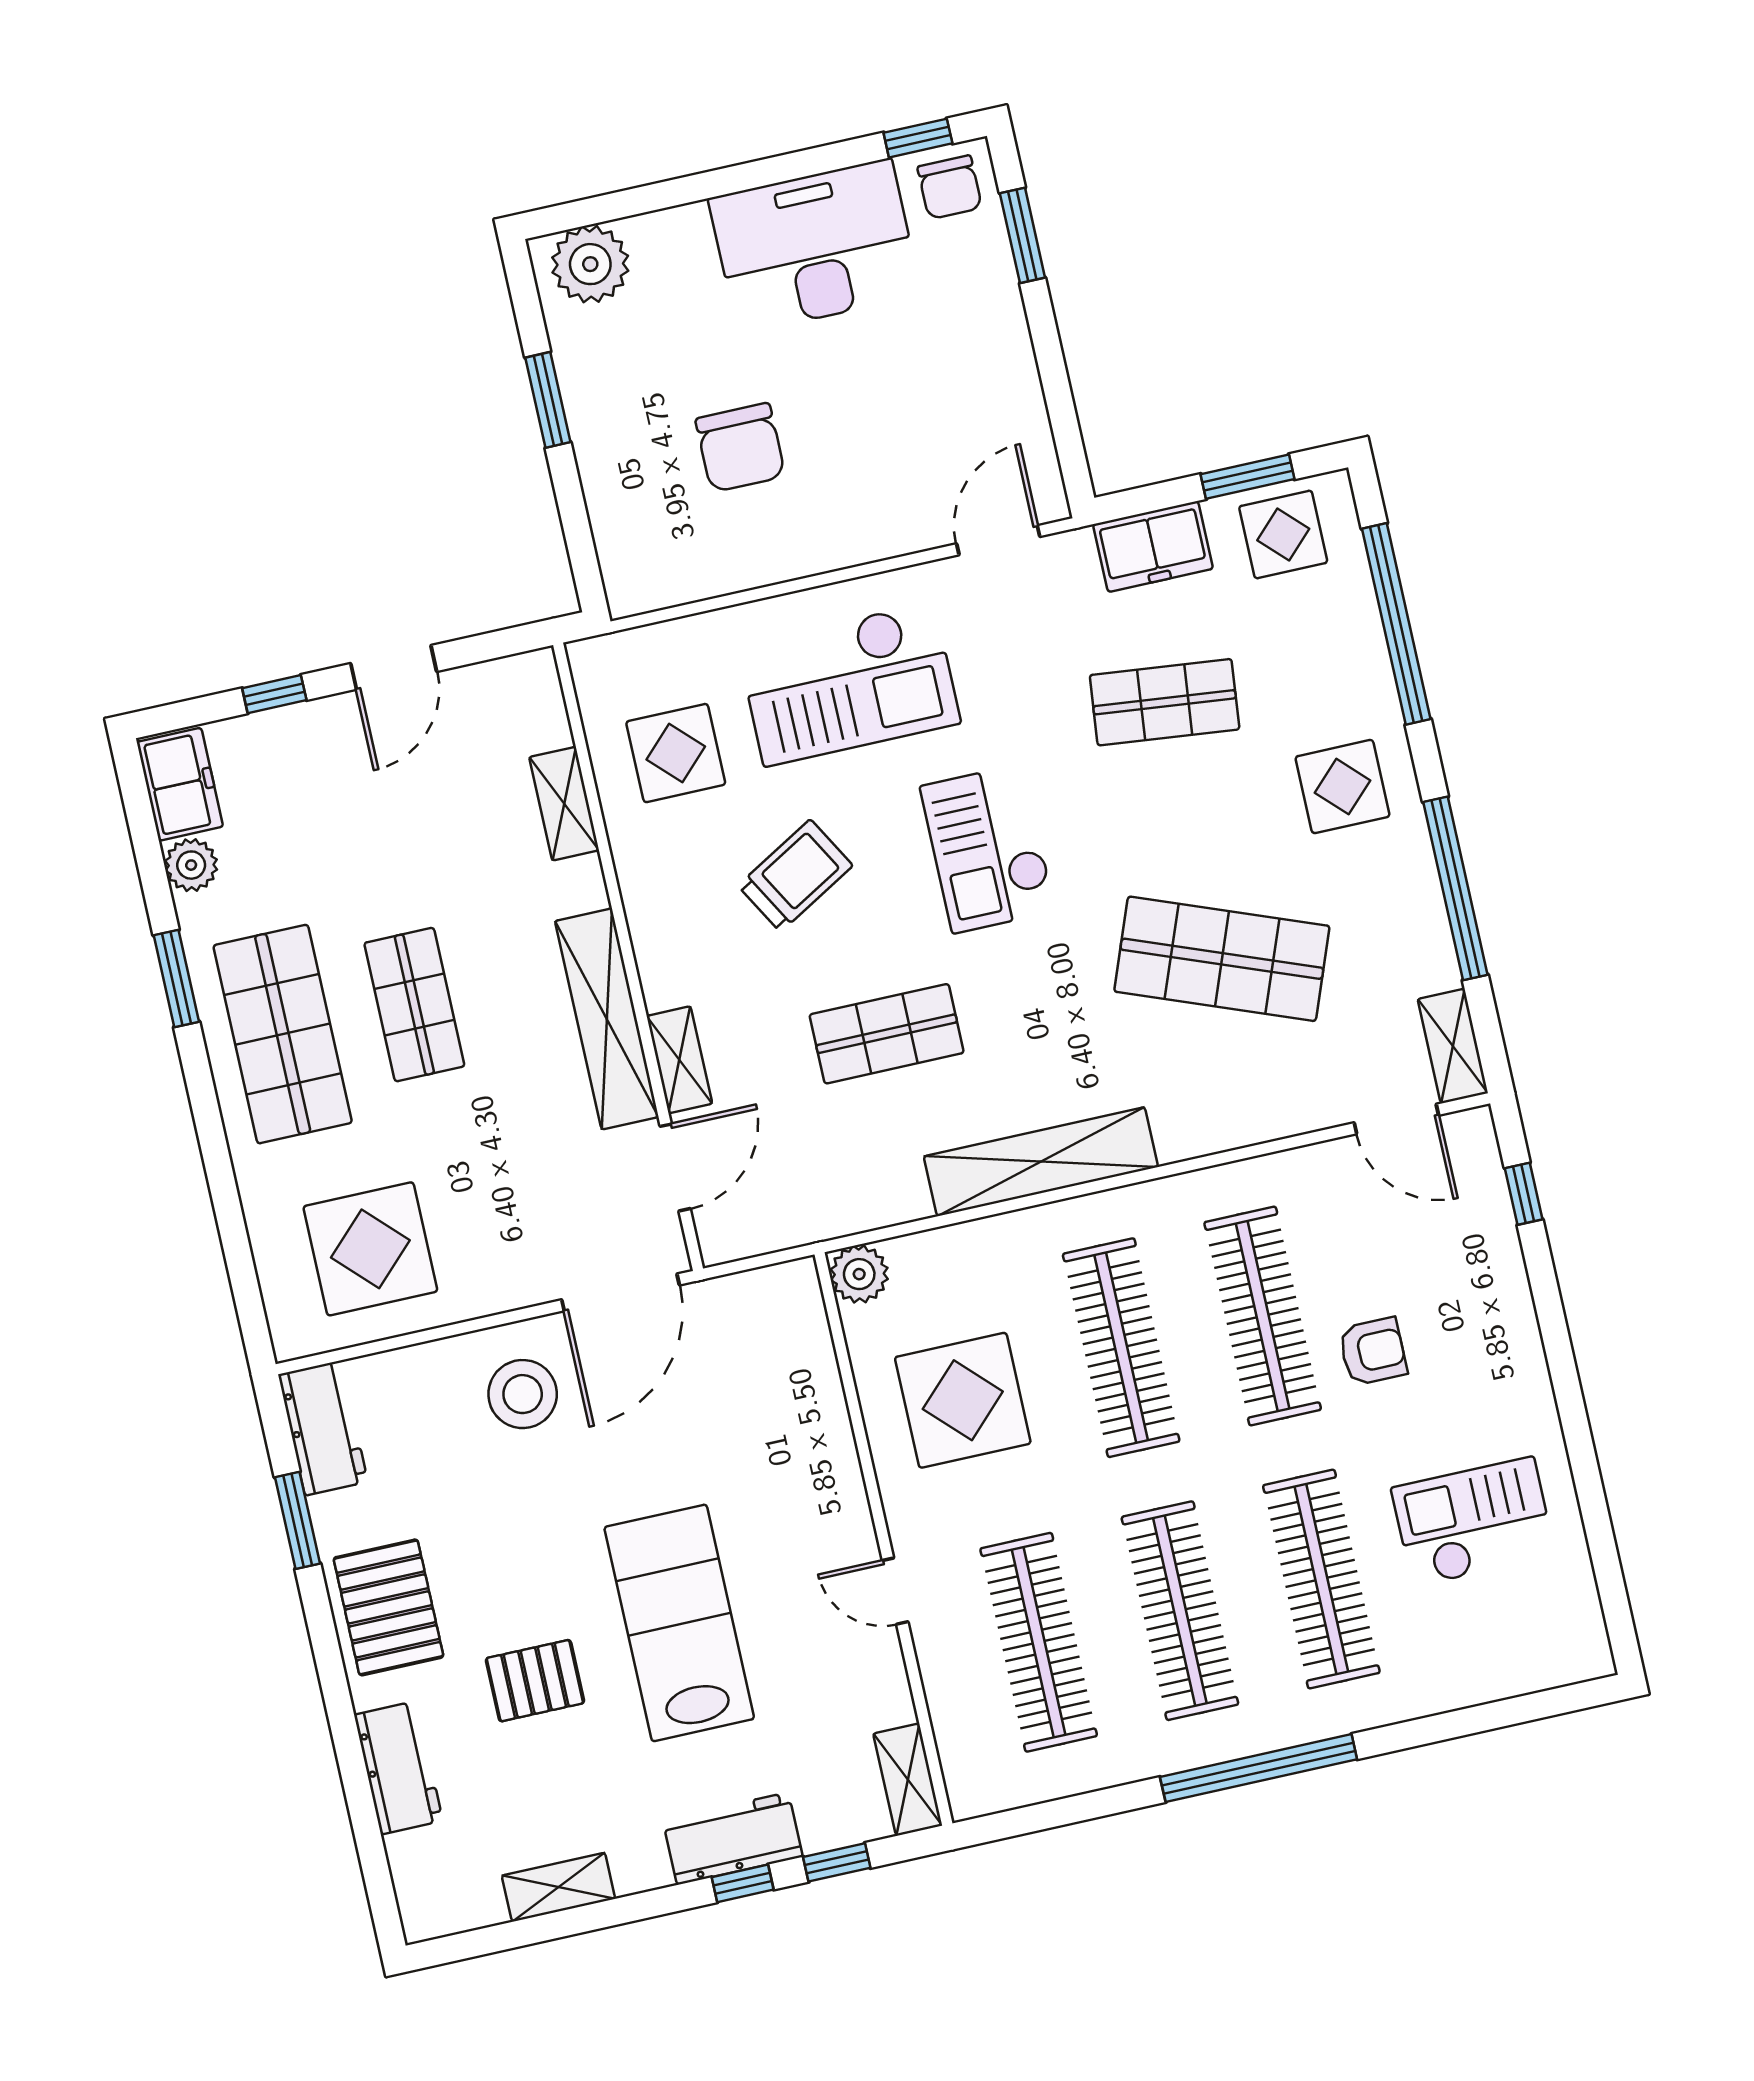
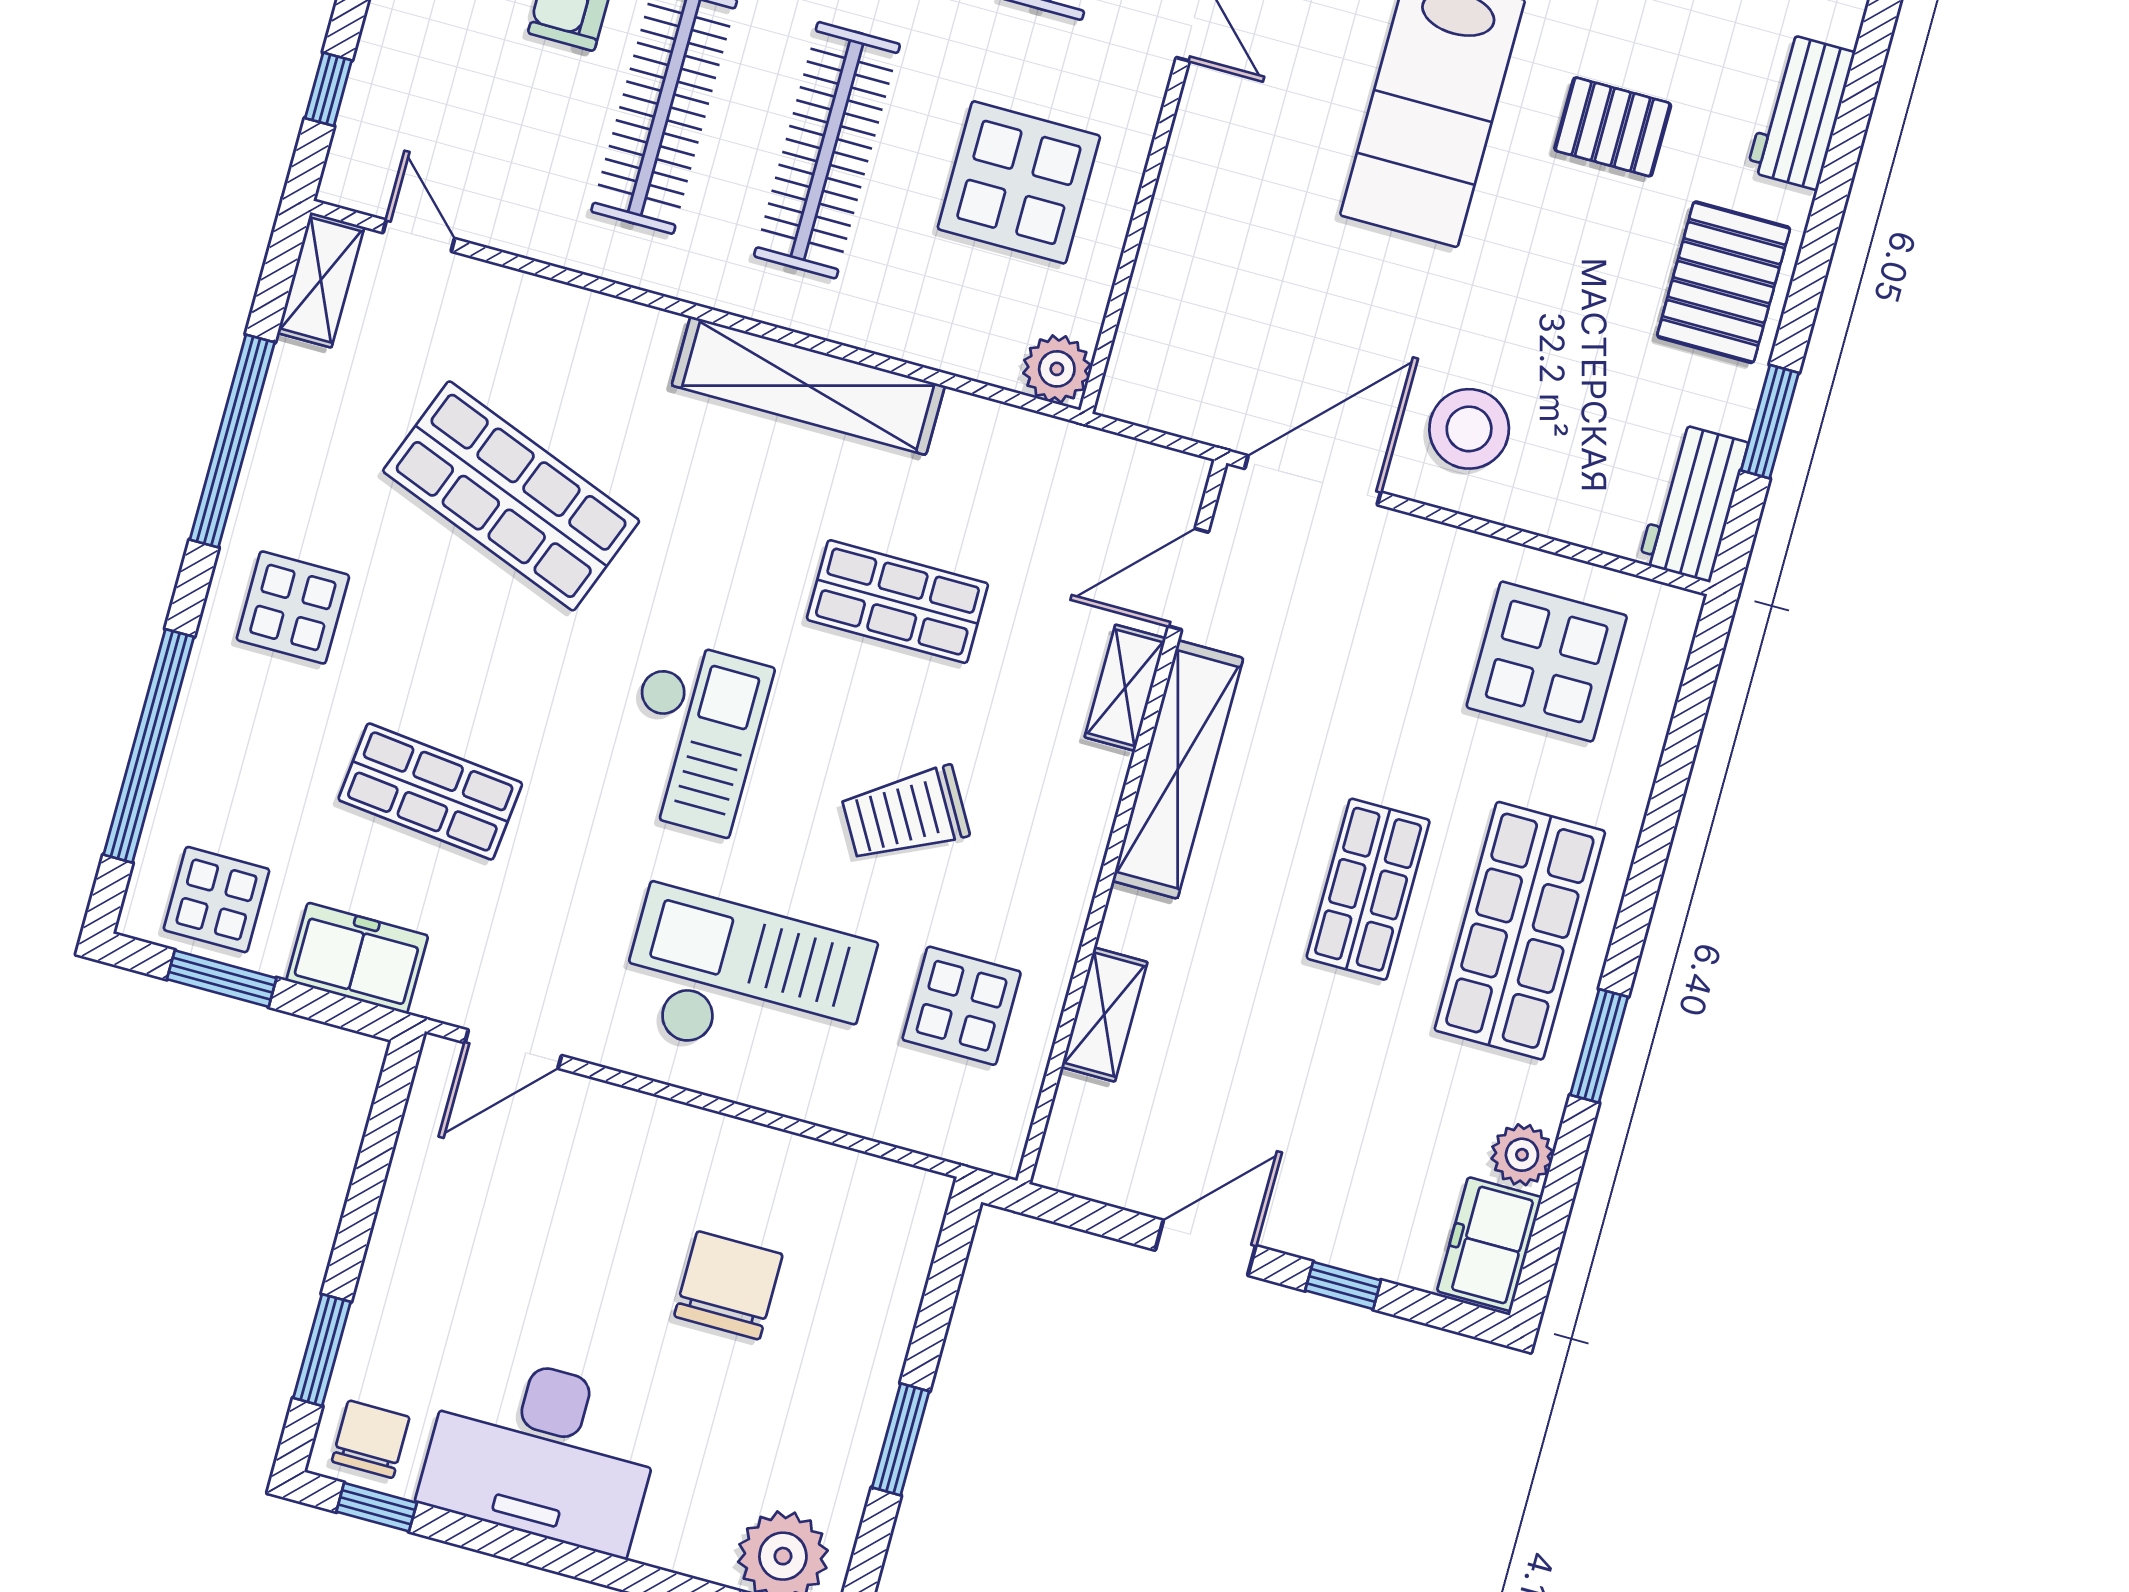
door: (1396, 1119) -> (419, 236), width x0.73

